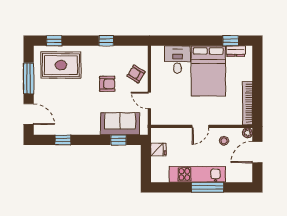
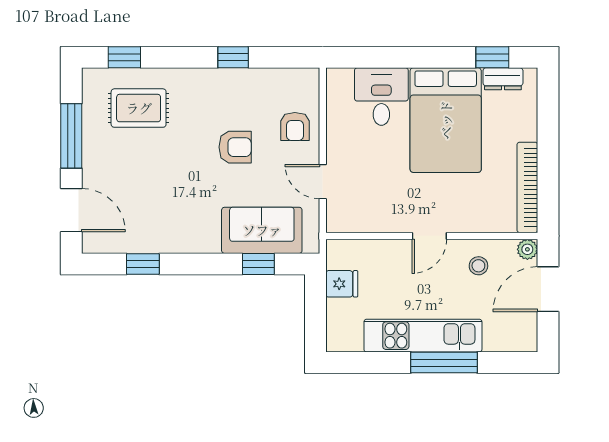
rug: (61, 65) -> (139, 108), width x0.73, depth x0.70
armchair: (136, 74) -> (295, 126), turned -121

